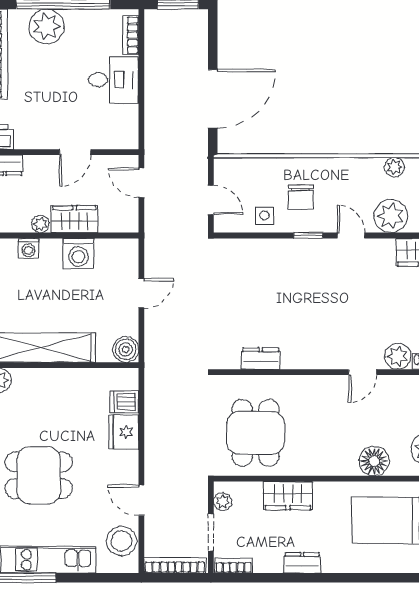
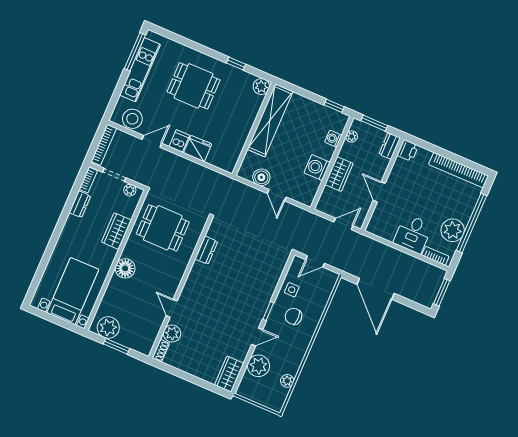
plant: (46, 26) -> (453, 230), moved
plant: (40, 224) -> (352, 136), moved
boiler: (126, 349) -> (261, 177), moved
dishwasher: (124, 402) -> (179, 141), moved
floor lamp: (374, 461) -> (125, 268), moved
dining table: (39, 475) -> (194, 86), turned 90
dresser: (302, 563) -> (80, 204), moved

